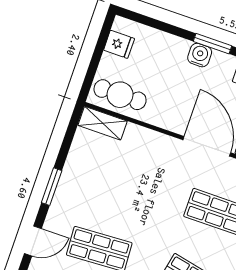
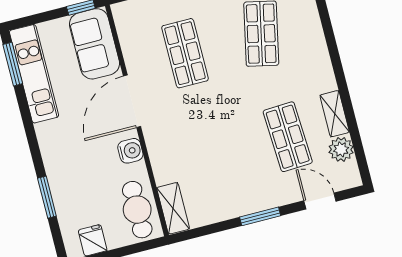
window: (212, 44) -> (47, 197), moved
water cooler: (200, 55) -> (130, 151), moved, turned 180

